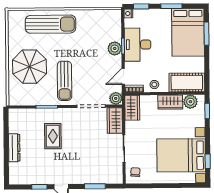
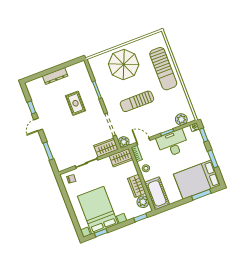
plant: (115, 48) -> (181, 119), moved
sun lounger: (65, 81) -> (137, 101), moved
rug: (53, 136) -> (76, 103), turned 90

